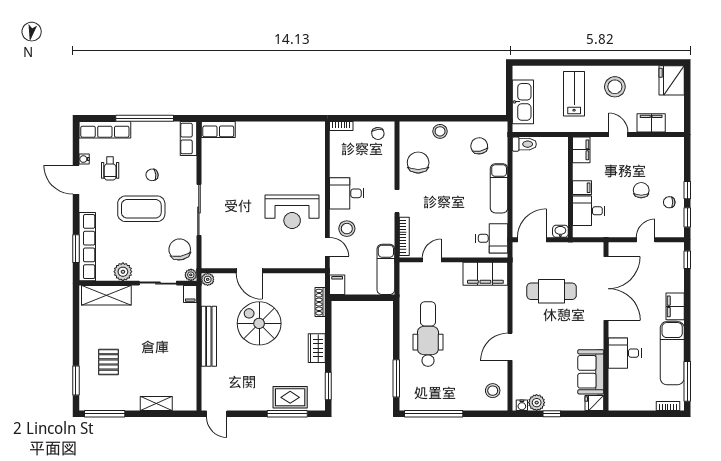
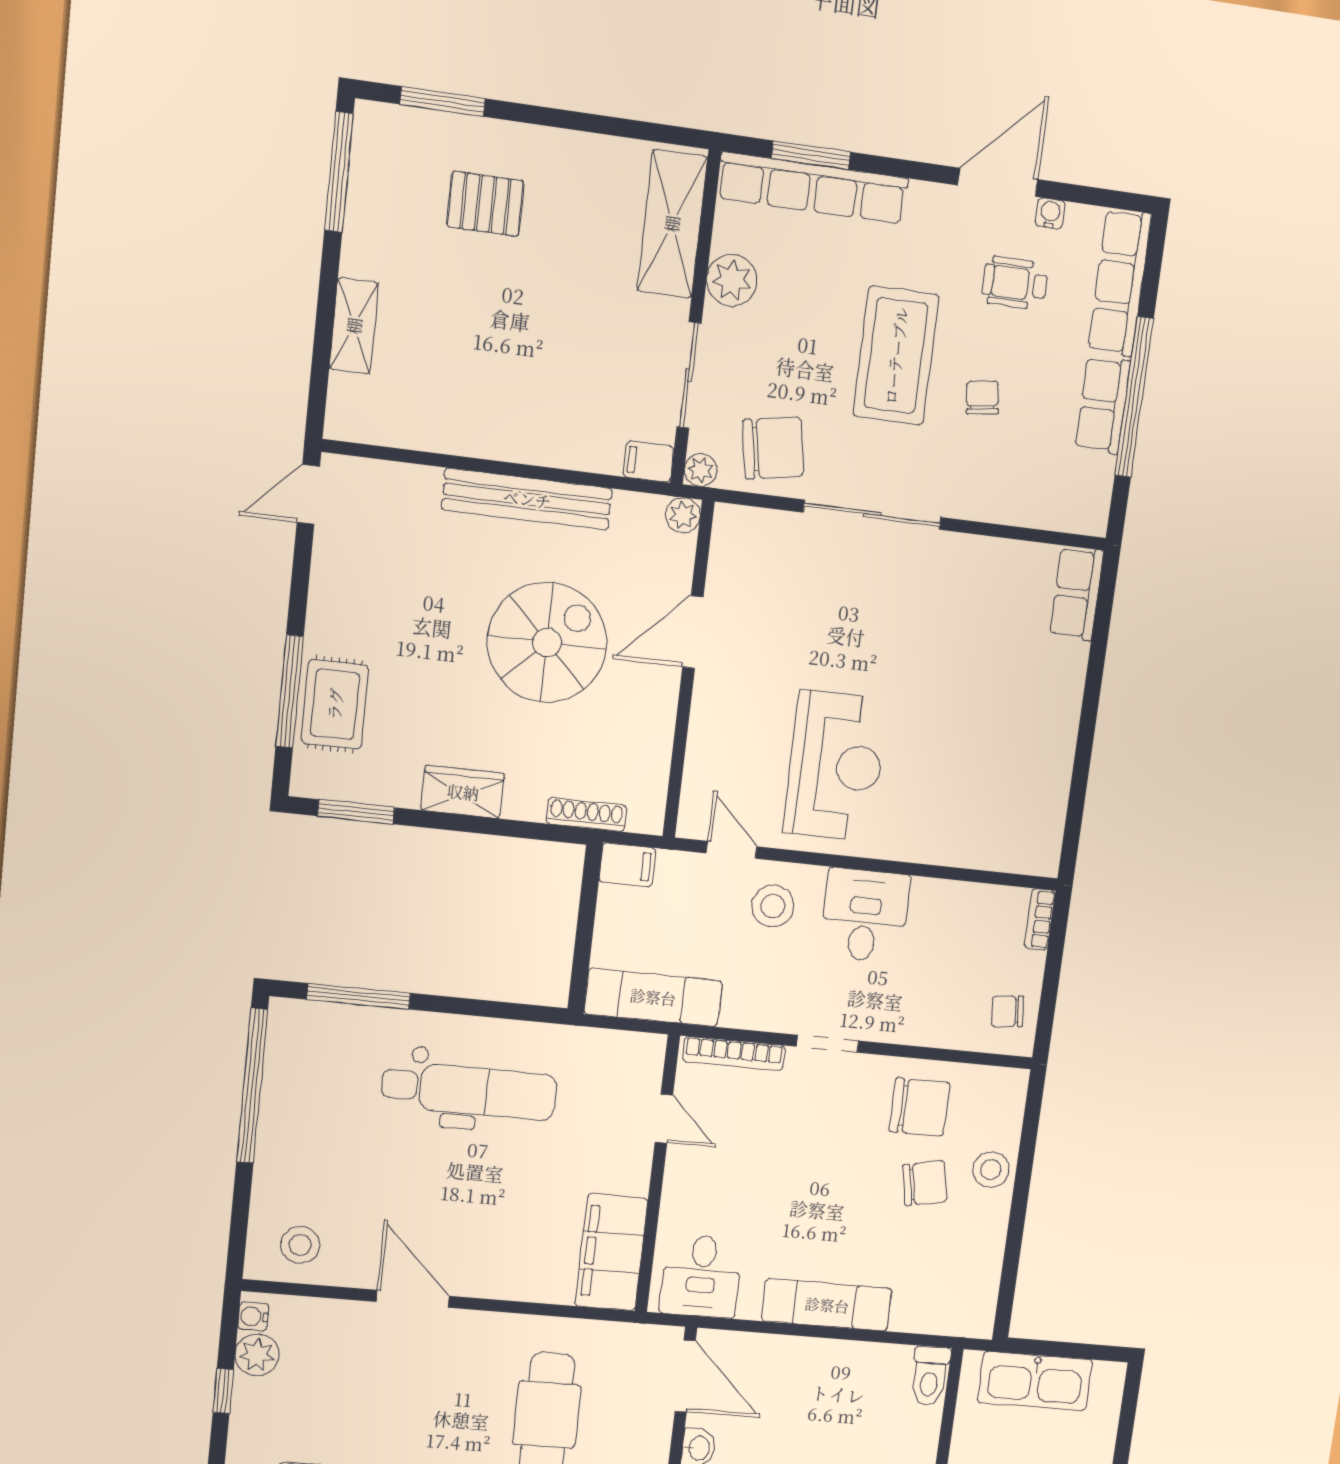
row of seats: (188, 139) -> (1103, 405), moved, turned -90
chair: (479, 146) -> (925, 1183), moved
reception desk: (292, 212) -> (835, 766), turned 180
door: (327, 247) -> (731, 850), swing flipped

